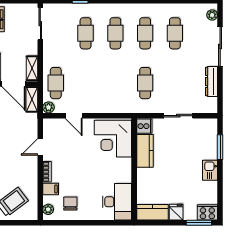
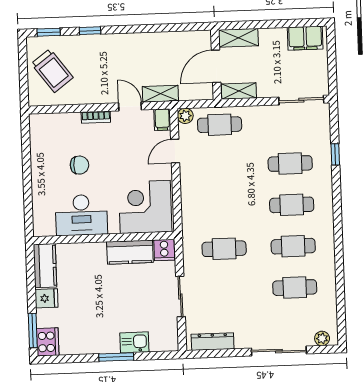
dresser: (211, 82) -> (213, 342), moved
shelving: (32, 99) -> (160, 94), moved
window: (220, 147) -> (116, 357), moved
kitchen sink: (210, 170) -> (134, 342), moved
filing cabinet: (51, 189) -> (162, 120), moved
desk: (117, 202) -> (81, 215), moved
chair: (70, 203) -> (79, 165), moved
plant: (48, 209) -> (44, 121), removed

